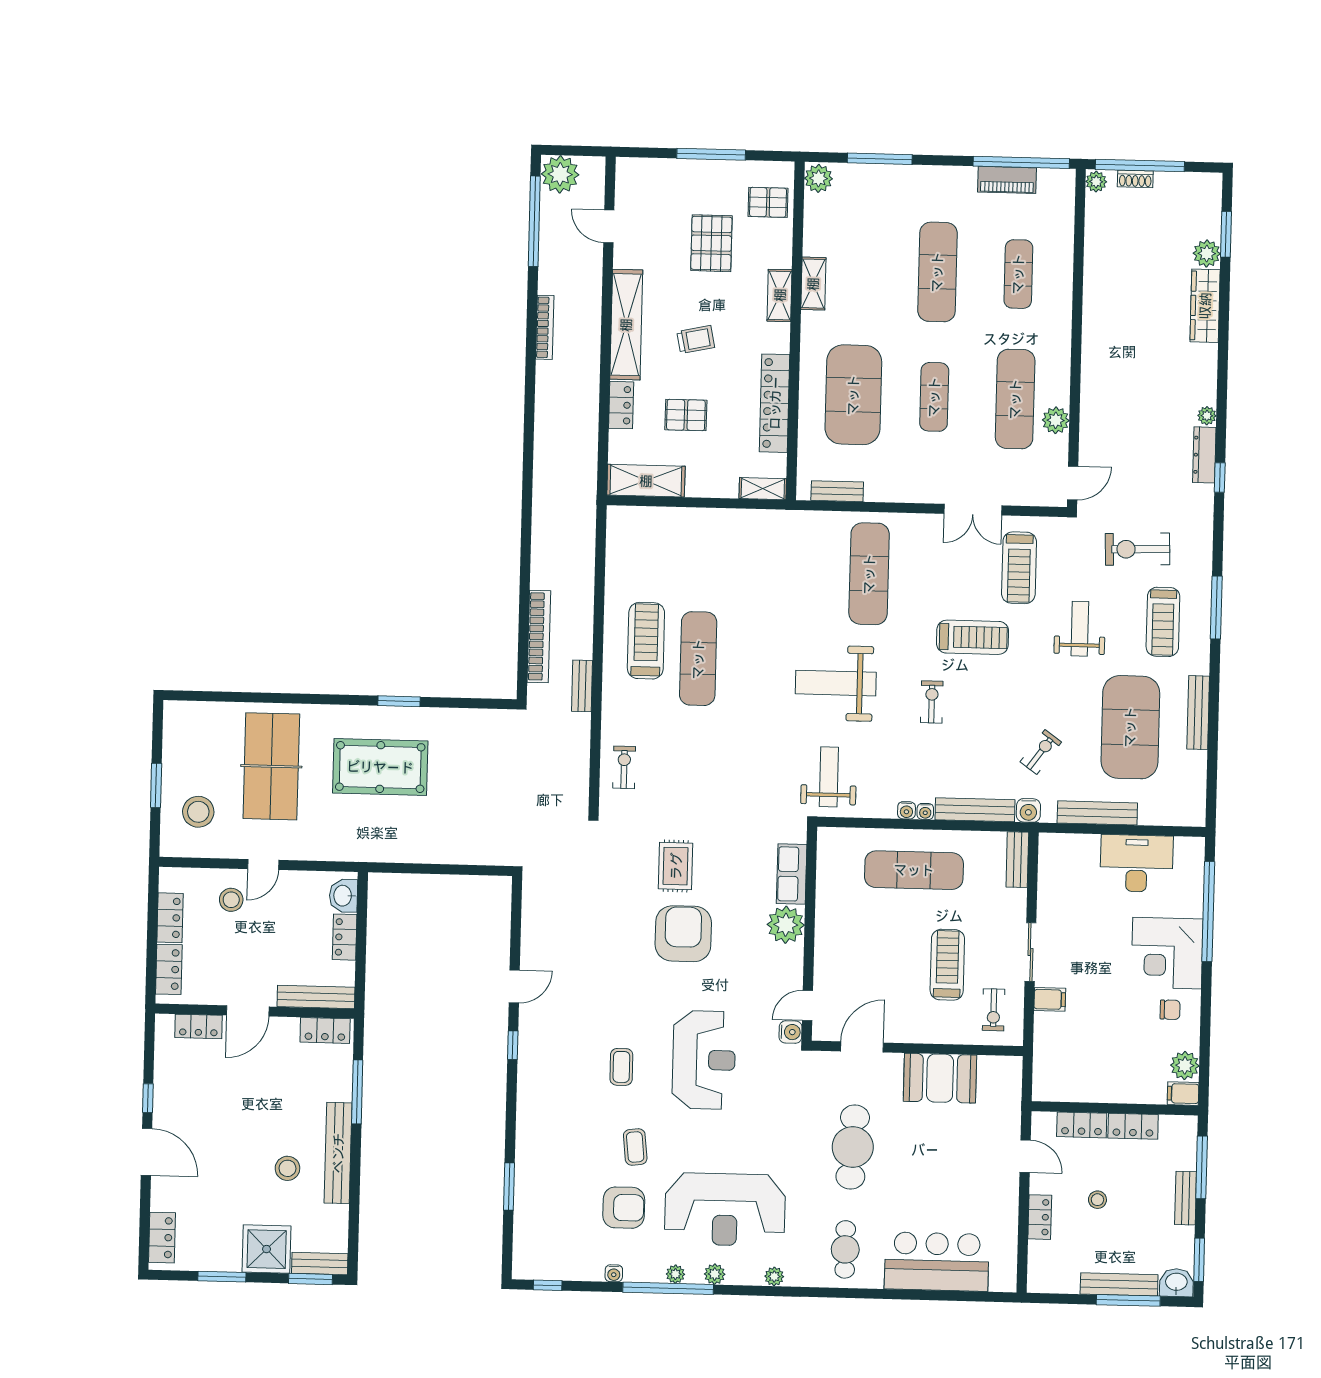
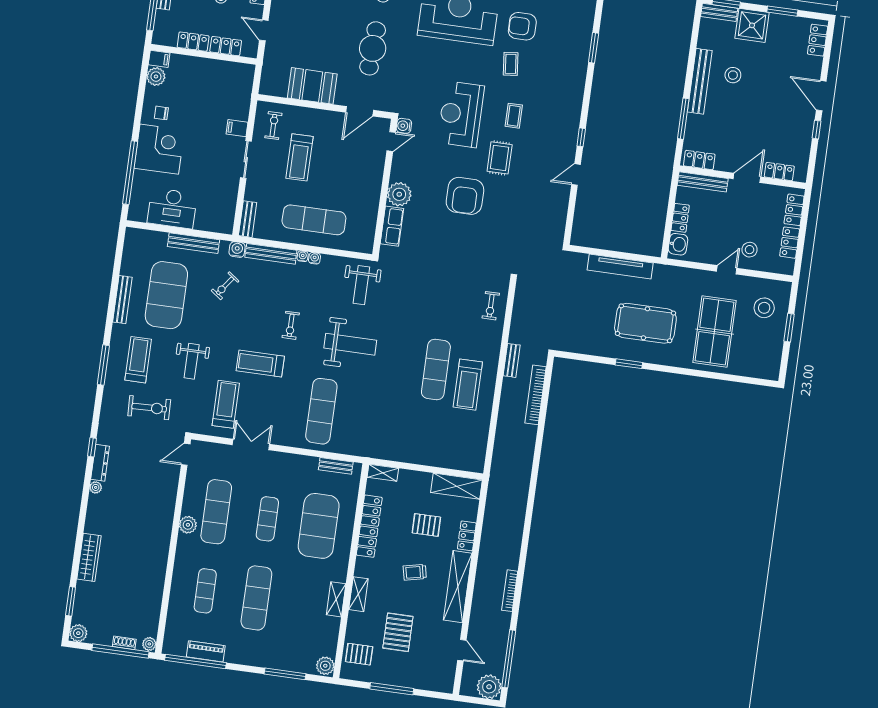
plant: (1207, 254) -> (78, 633), moved
plant: (1056, 420) -> (188, 525), moved
tv unit: (430, 851) -> (620, 266), added
rug: (676, 866) -> (500, 158), moved

